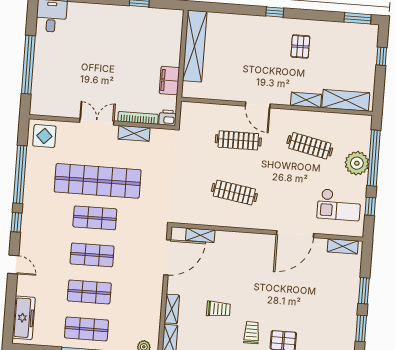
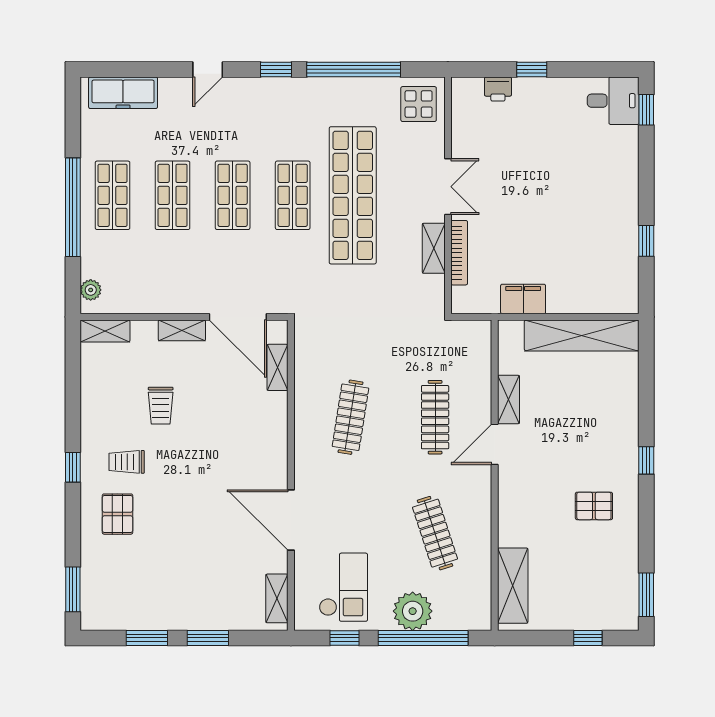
window: (28, 65) -> (532, 69), width x0.32
shelving: (306, 100) -> (509, 399), moved
printer: (168, 118) -> (498, 89), moved, turned 90
clothes rail: (310, 146) -> (435, 533), turned -30
checkout: (339, 205) -> (343, 587), turned 180
shelving: (172, 309) -> (182, 330), moved
trolley: (252, 333) -> (127, 462), turned 180

